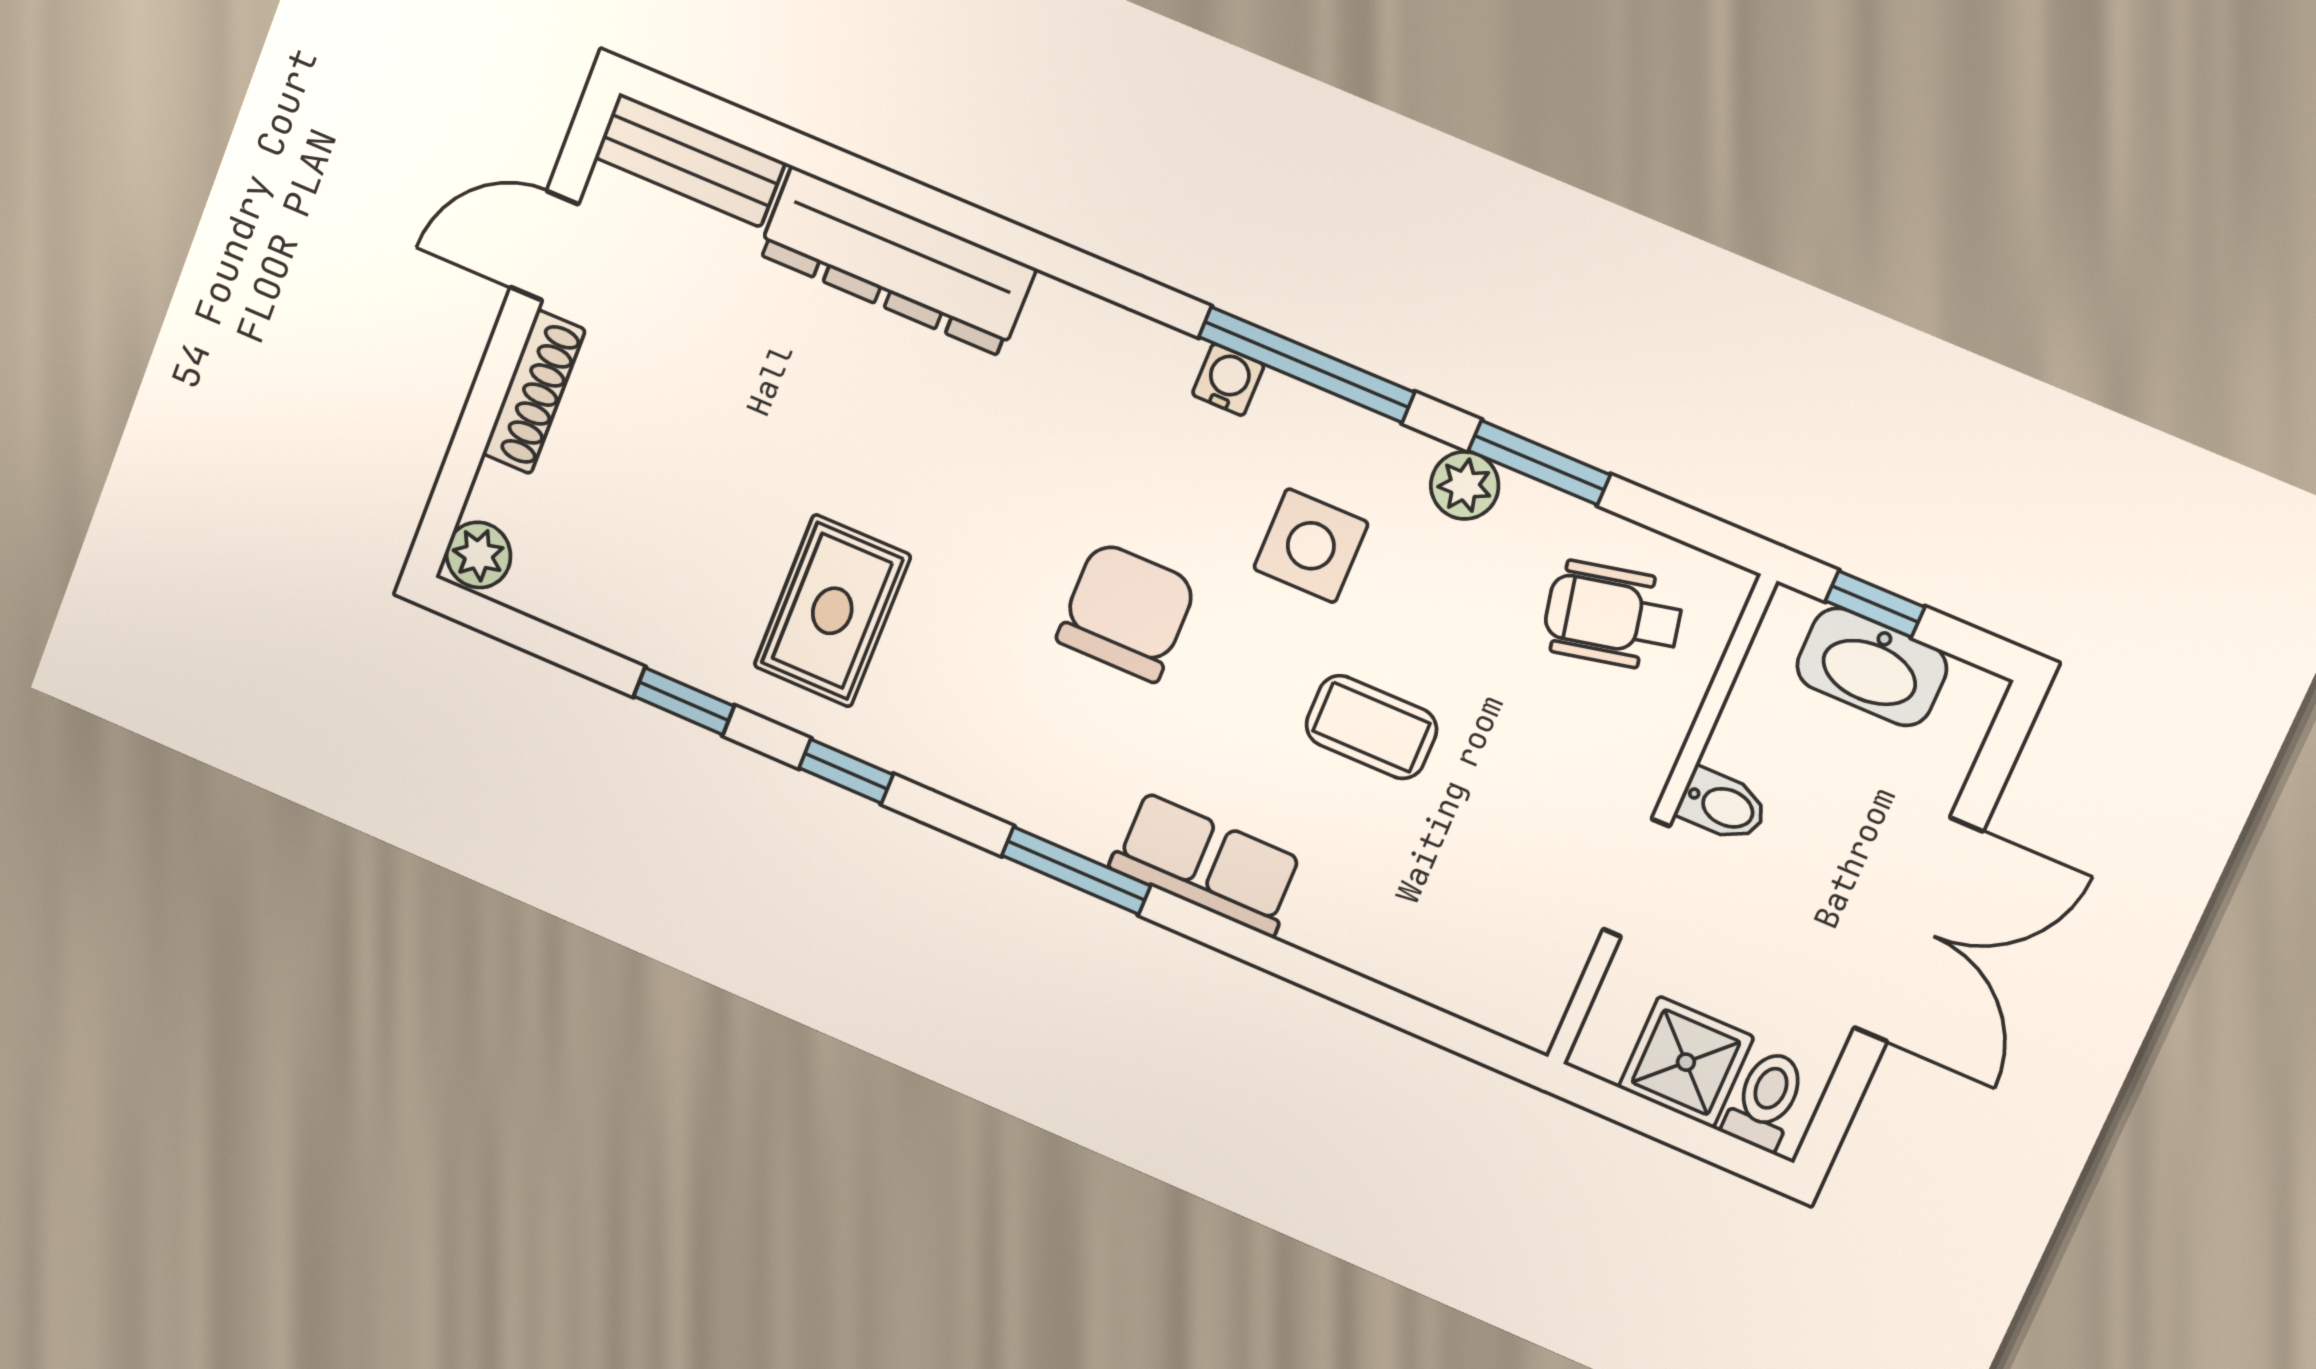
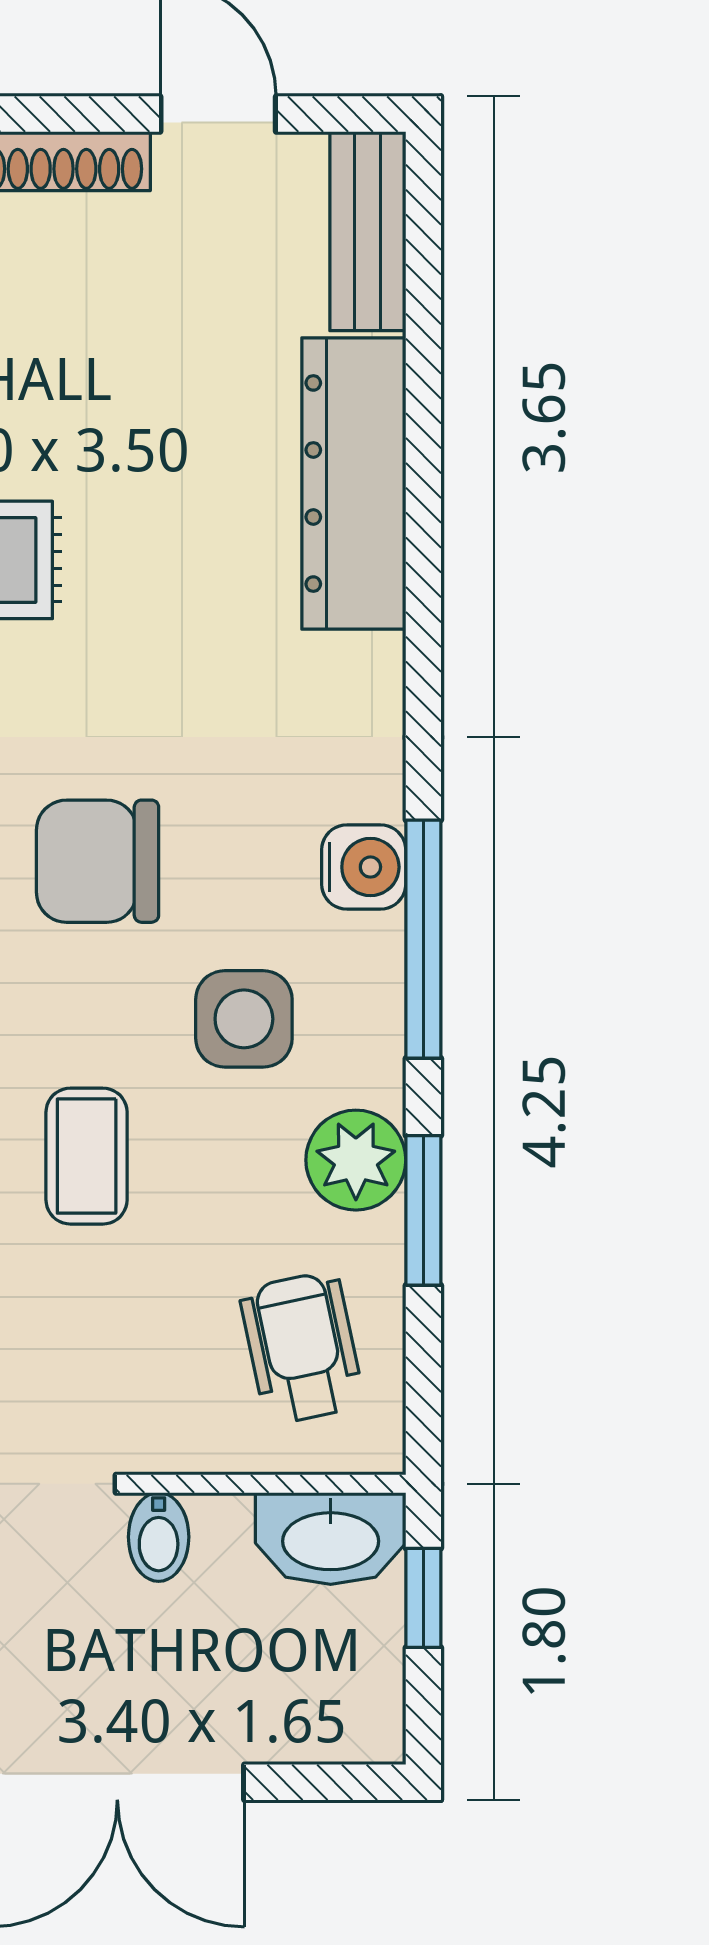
water cooler: (1228, 380) -> (364, 867), width x1.38, depth x1.38
plant: (1465, 485) -> (356, 1160), width x1.38, depth x1.38
chair: (1127, 612) -> (98, 861), turned 180
washbasin: (1872, 667) -> (331, 1538), moved, turned -90

